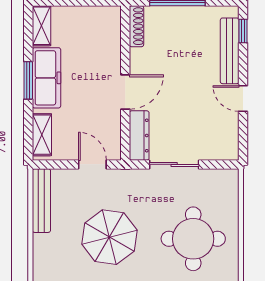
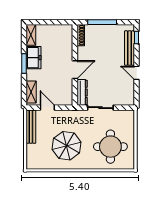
freezer: (47, 78) -> (34, 58), width x0.71
door: (92, 164) -> (47, 108), moved

